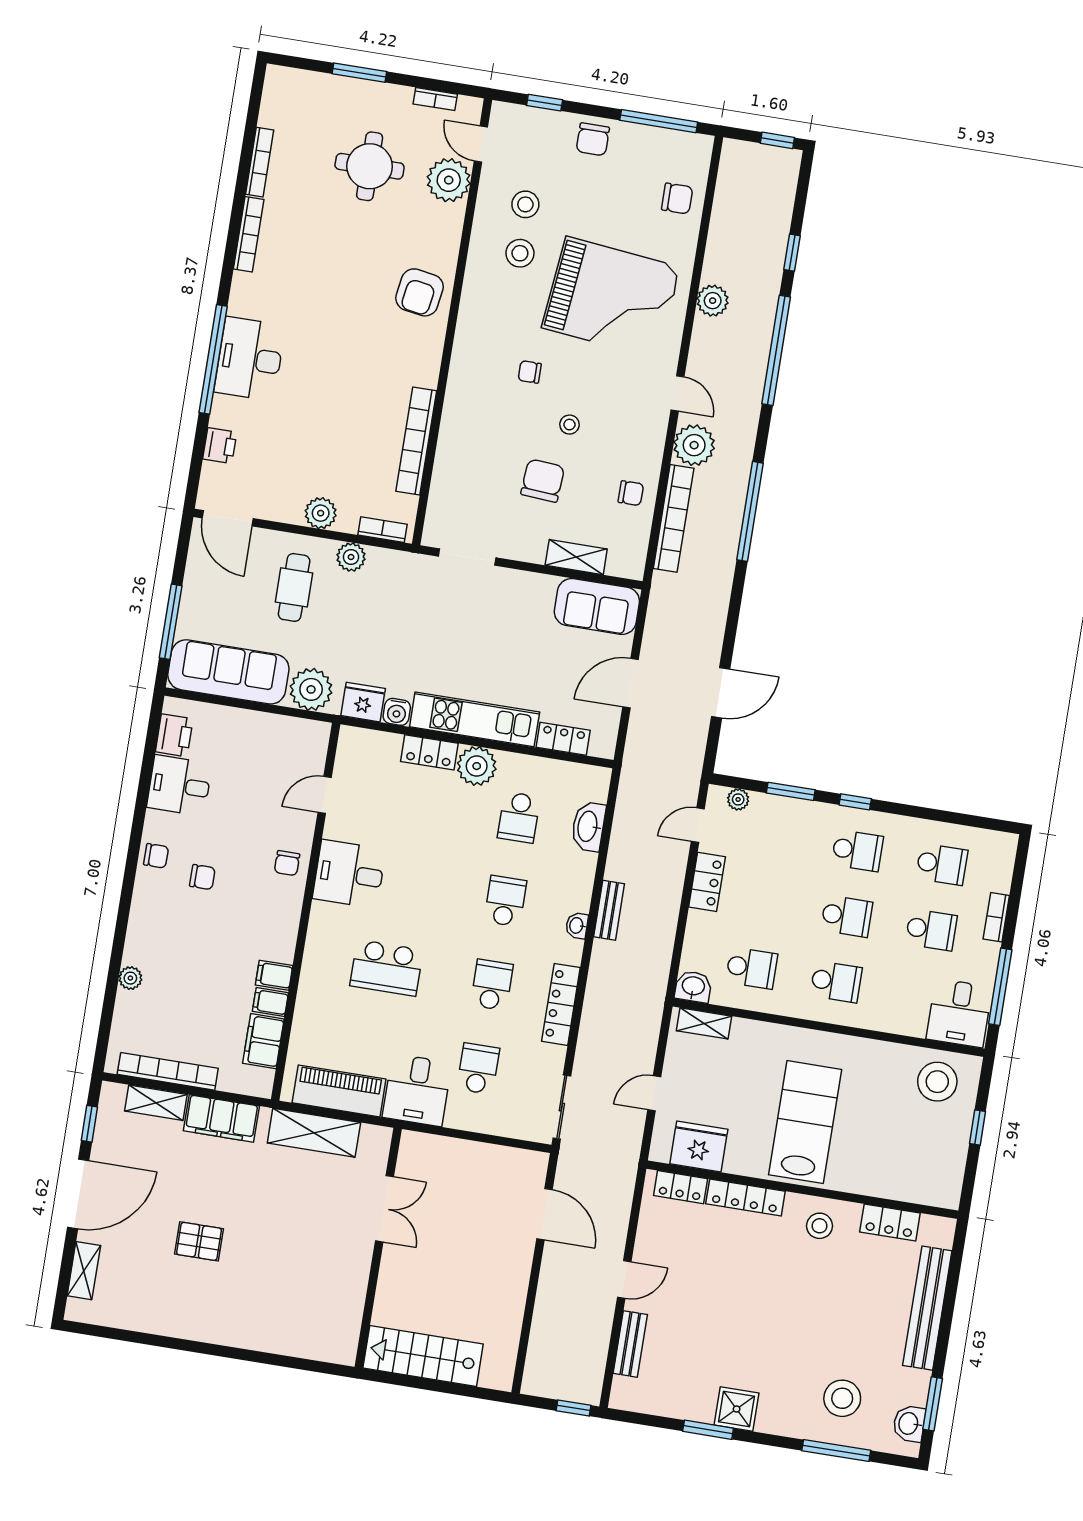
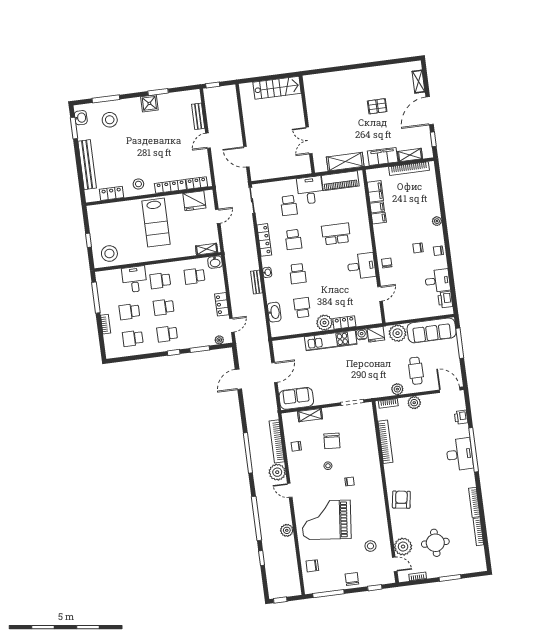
stool: (520, 253) -> (367, 526), removed
locker: (563, 739) -> (294, 343), removed
plant: (130, 978) -> (437, 221), moved
desk: (959, 1013) -> (134, 279), moved

